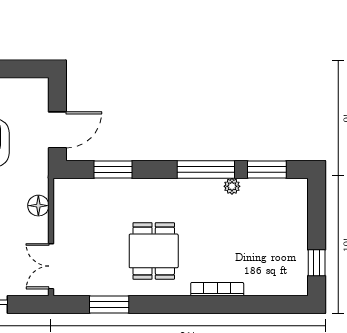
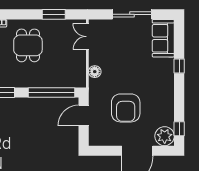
window: (113, 170) -> (52, 92), width x2.11
double door: (51, 266) -> (87, 37), swing flipped

